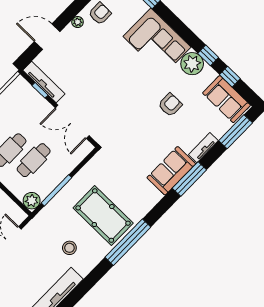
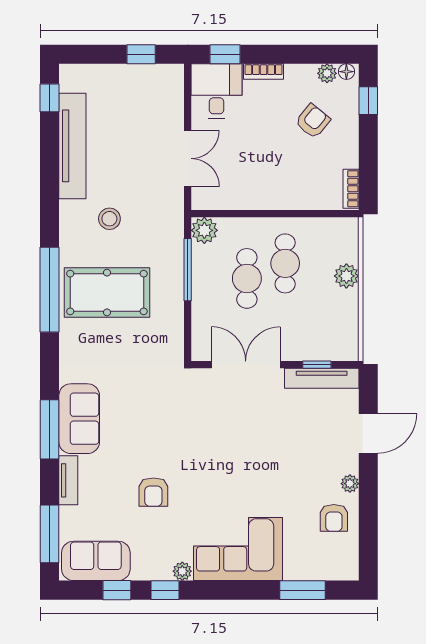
plant: (192, 64) -> (182, 571), width x0.53, depth x0.53

